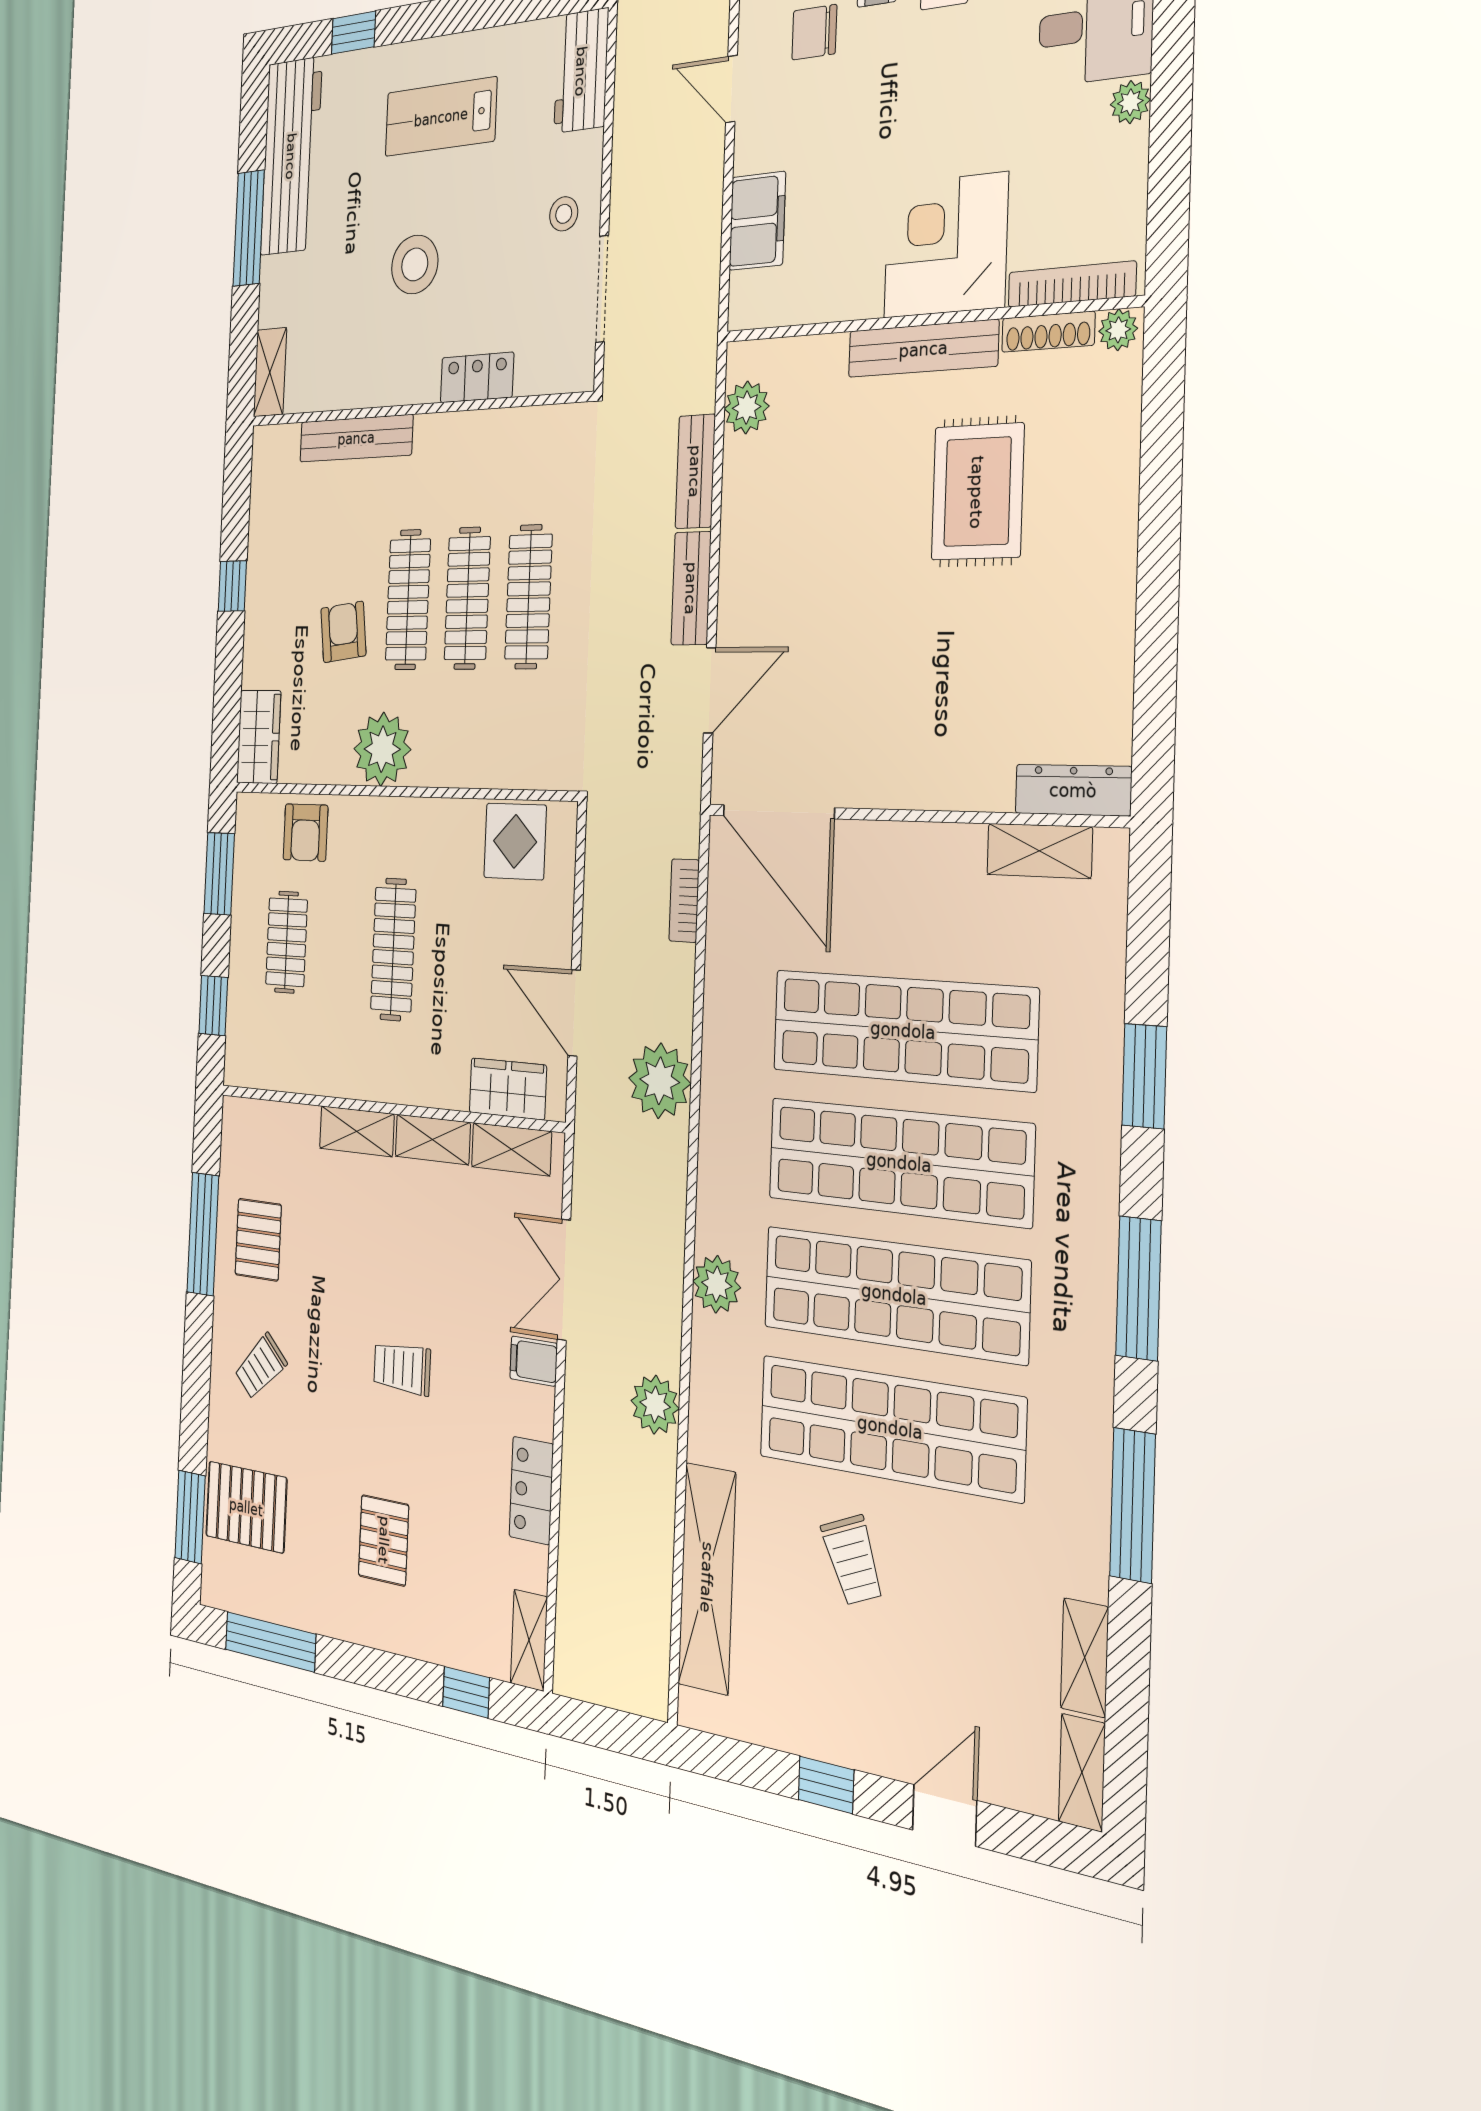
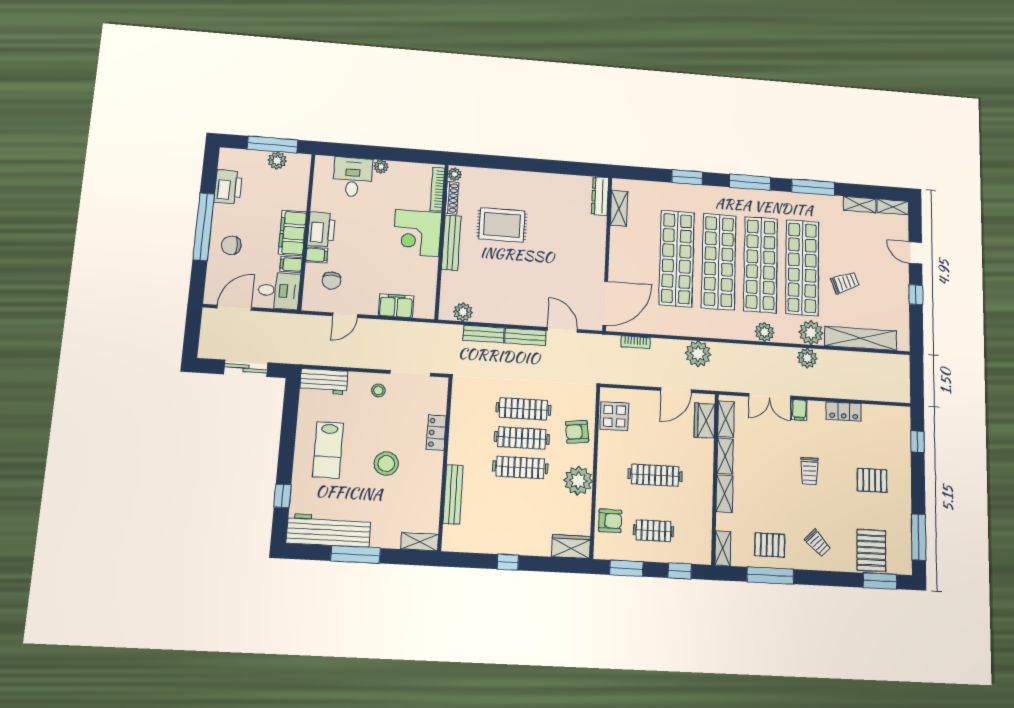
armchair: (343, 632) -> (577, 432), moved
plant: (718, 1427) -> (811, 333), added
shelving: (529, 1640) -> (723, 548), moved, turned 90

